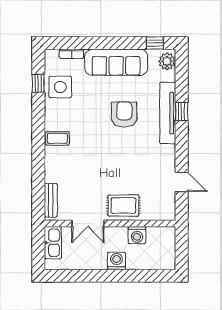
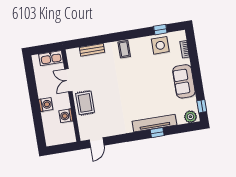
sofa: (116, 62) -> (184, 81), width x0.73
armchair: (124, 114) -> (149, 93), removed
door: (182, 182) -> (97, 143), moved
bench: (51, 200) -> (92, 50), moved

